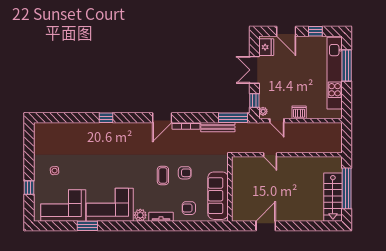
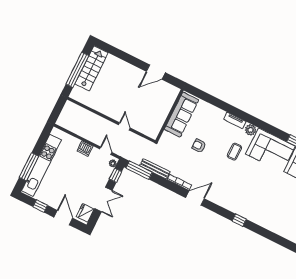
coffee table: (163, 176) -> (234, 152), moved
armchair: (189, 208) -> (209, 116), removed

